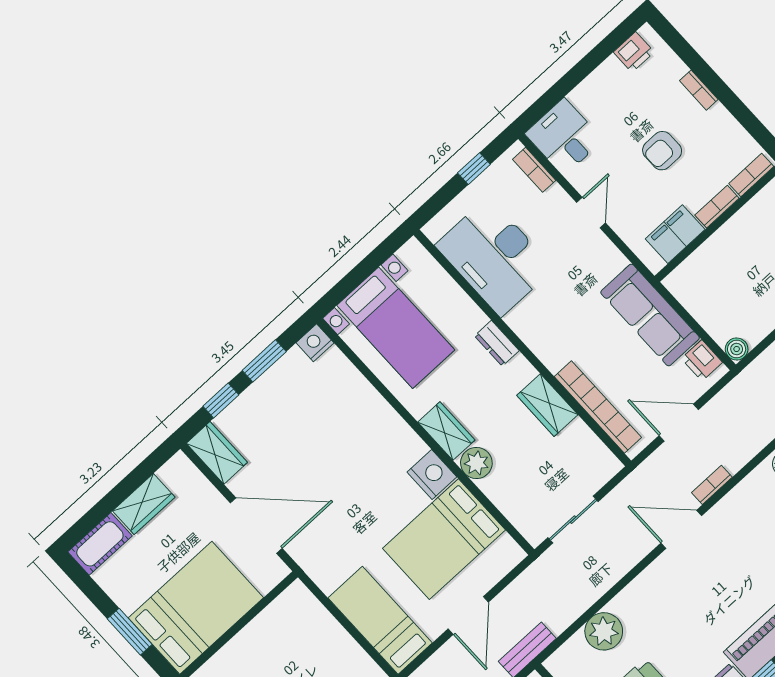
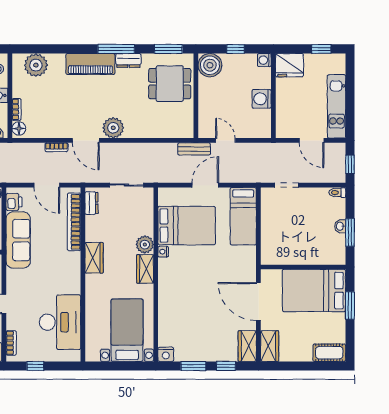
dresser: (497, 343) -> (91, 203), moved
wardrobe: (547, 405) -> (94, 258), moved
nightstand: (432, 475) -> (163, 252), width x0.53, depth x0.56
wardrobe: (144, 504) -> (270, 346), moved, turned 90
plant: (604, 631) -> (113, 128), moved

